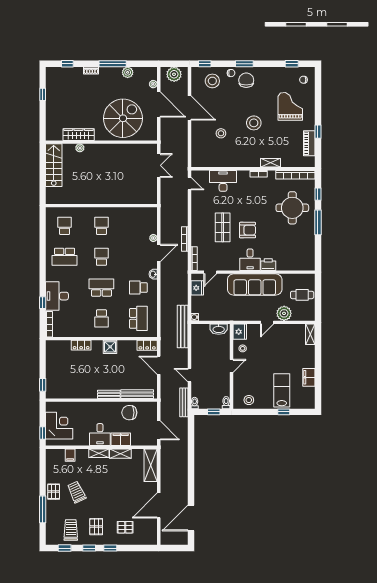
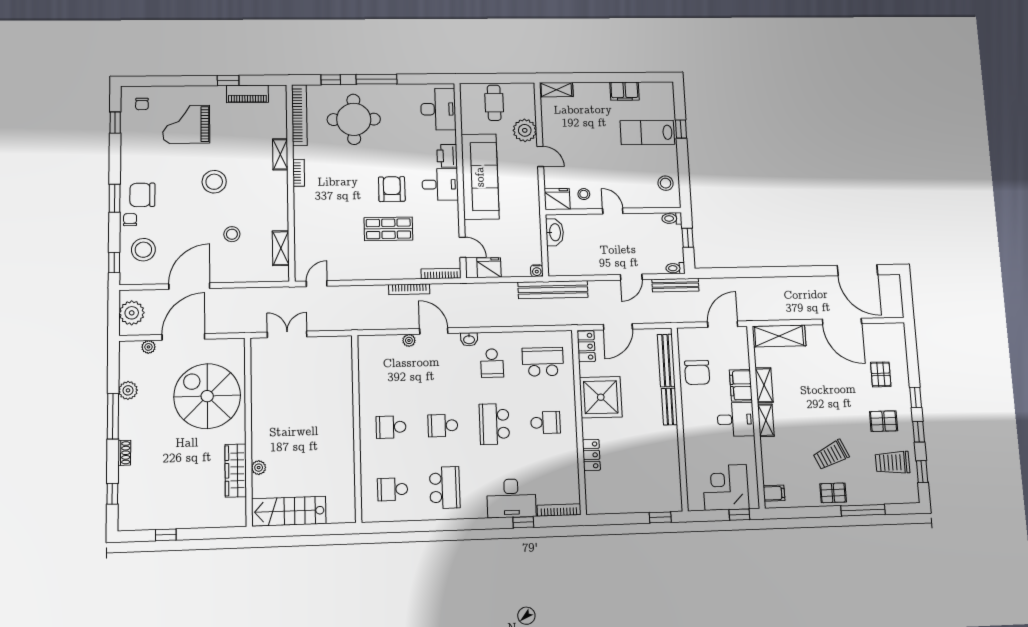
shelving: (212, 162) -> (281, 248), added
desk: (223, 181) -> (438, 109), moved, turned 180
shower: (110, 347) -> (601, 397), width x1.86, depth x1.86
filing cabinet: (70, 455) -> (774, 493), moved

